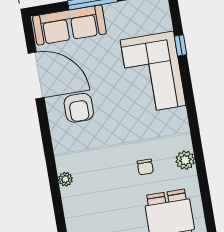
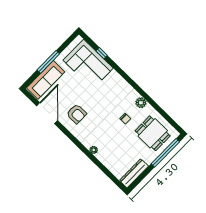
corner sofa: (153, 73) -> (88, 64), moved
door: (36, 75) -> (47, 113), hinge flipped

